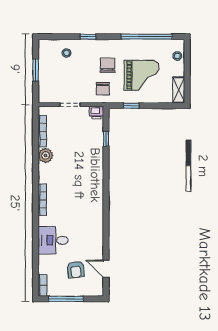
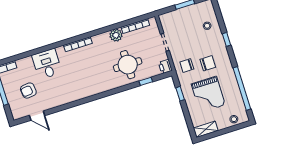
round table: (82, 153) -> (128, 65), added
door: (106, 269) -> (37, 116), swing flipped

